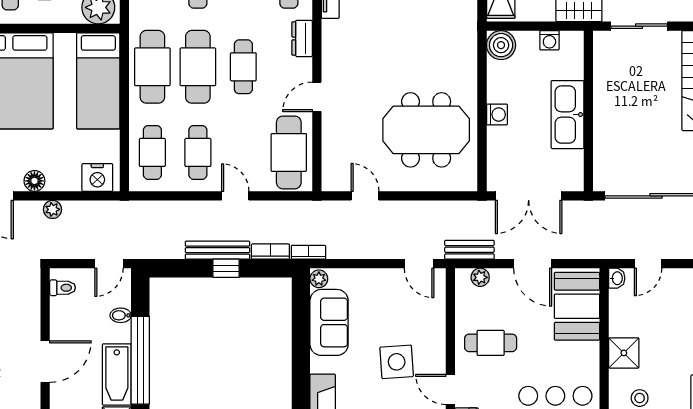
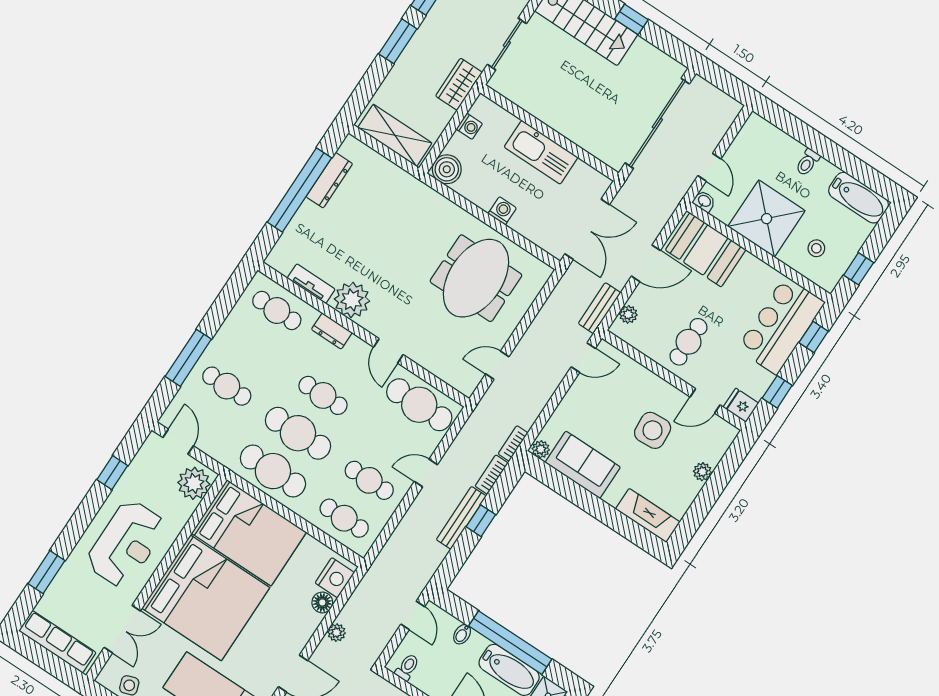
plant: (339, 38) -> (352, 300), added
bed: (98, 81) -> (249, 533), width x1.50
floor lamp: (34, 181) -> (322, 602), moved
shower: (624, 353) -> (767, 219), width x1.86, depth x1.86

